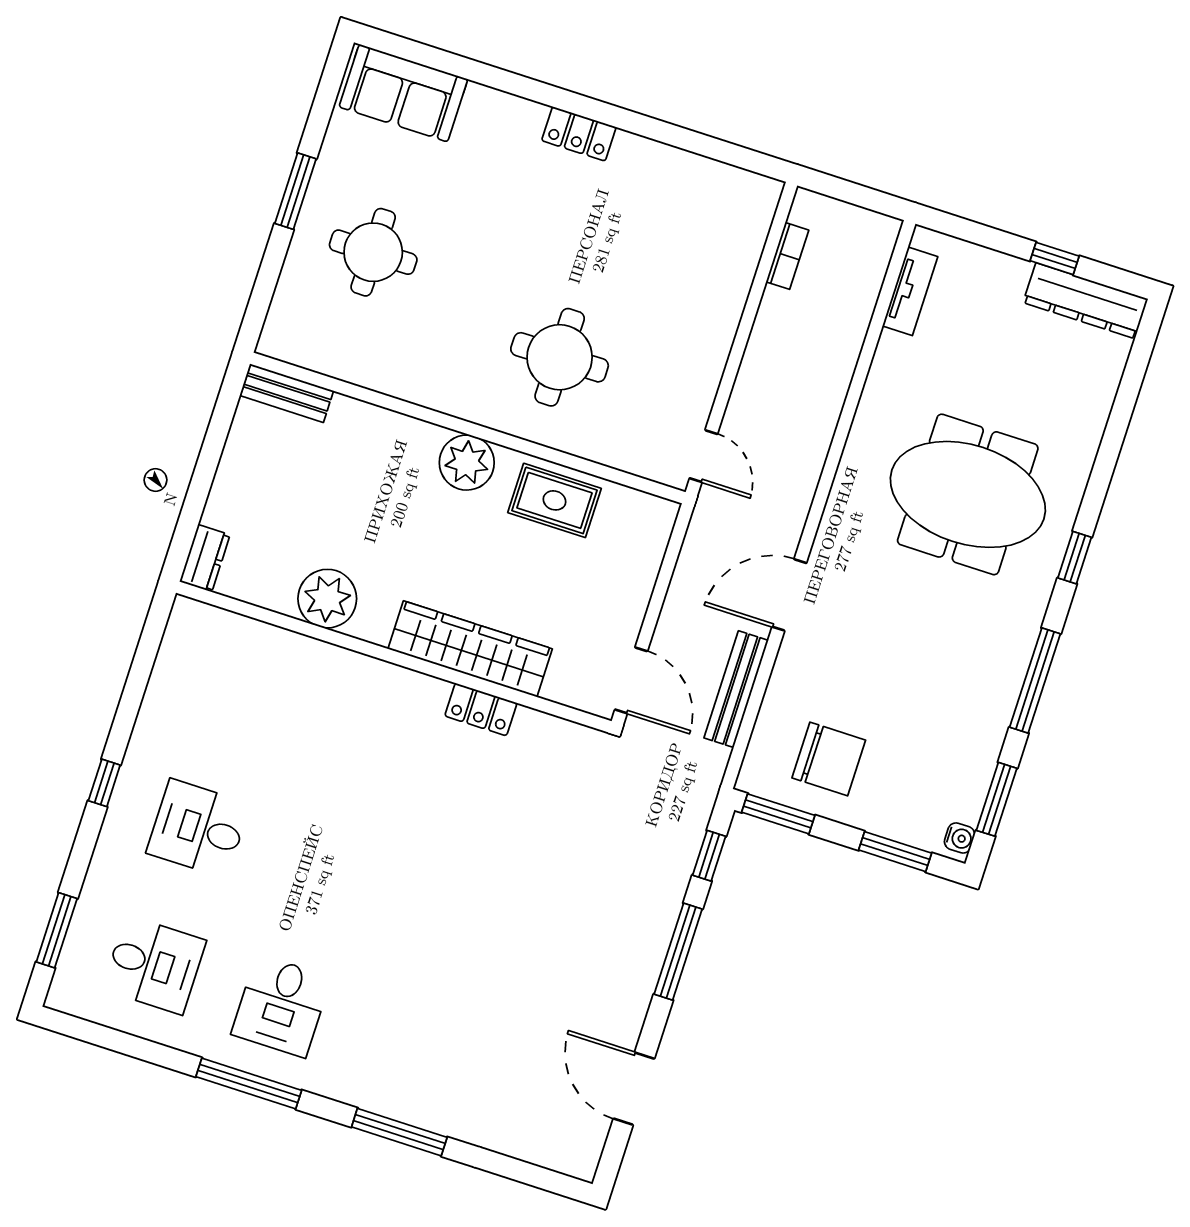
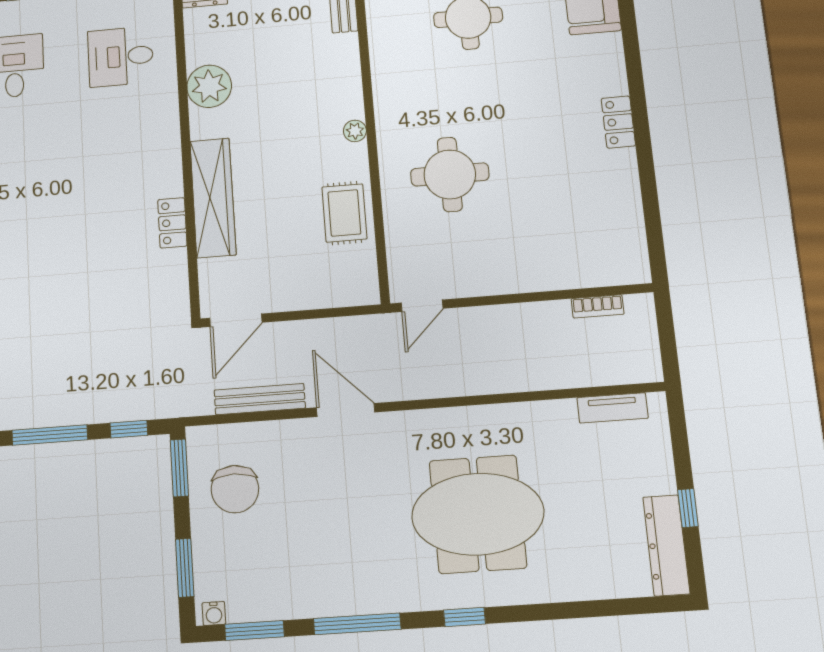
plant: (467, 463) -> (355, 131), width x0.53, depth x0.53
meeting table: (968, 494) -> (478, 514), turned 90
desk: (242, 692) -> (121, 57), added

